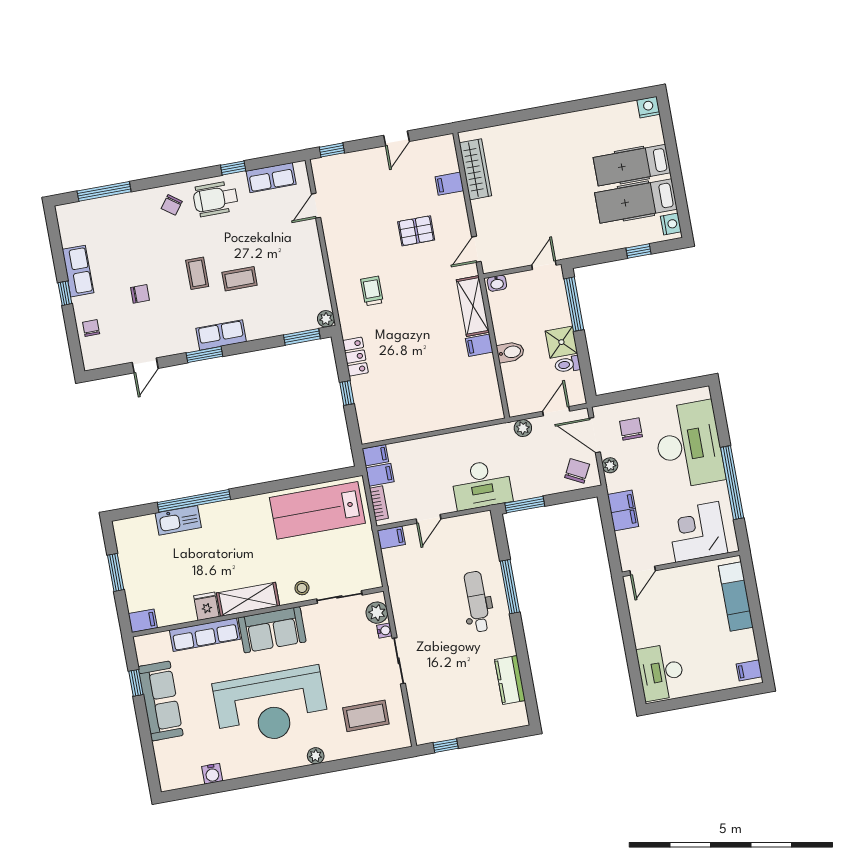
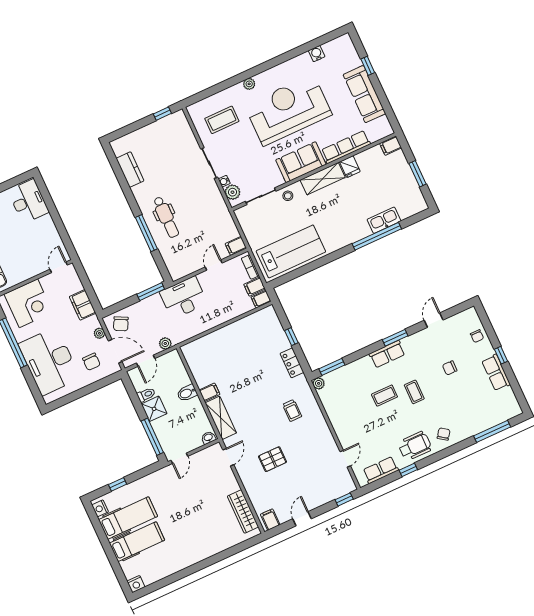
filing cabinet: (449, 184) -> (270, 520), moved, turned -90
window: (136, 683) -> (368, 66), moved

